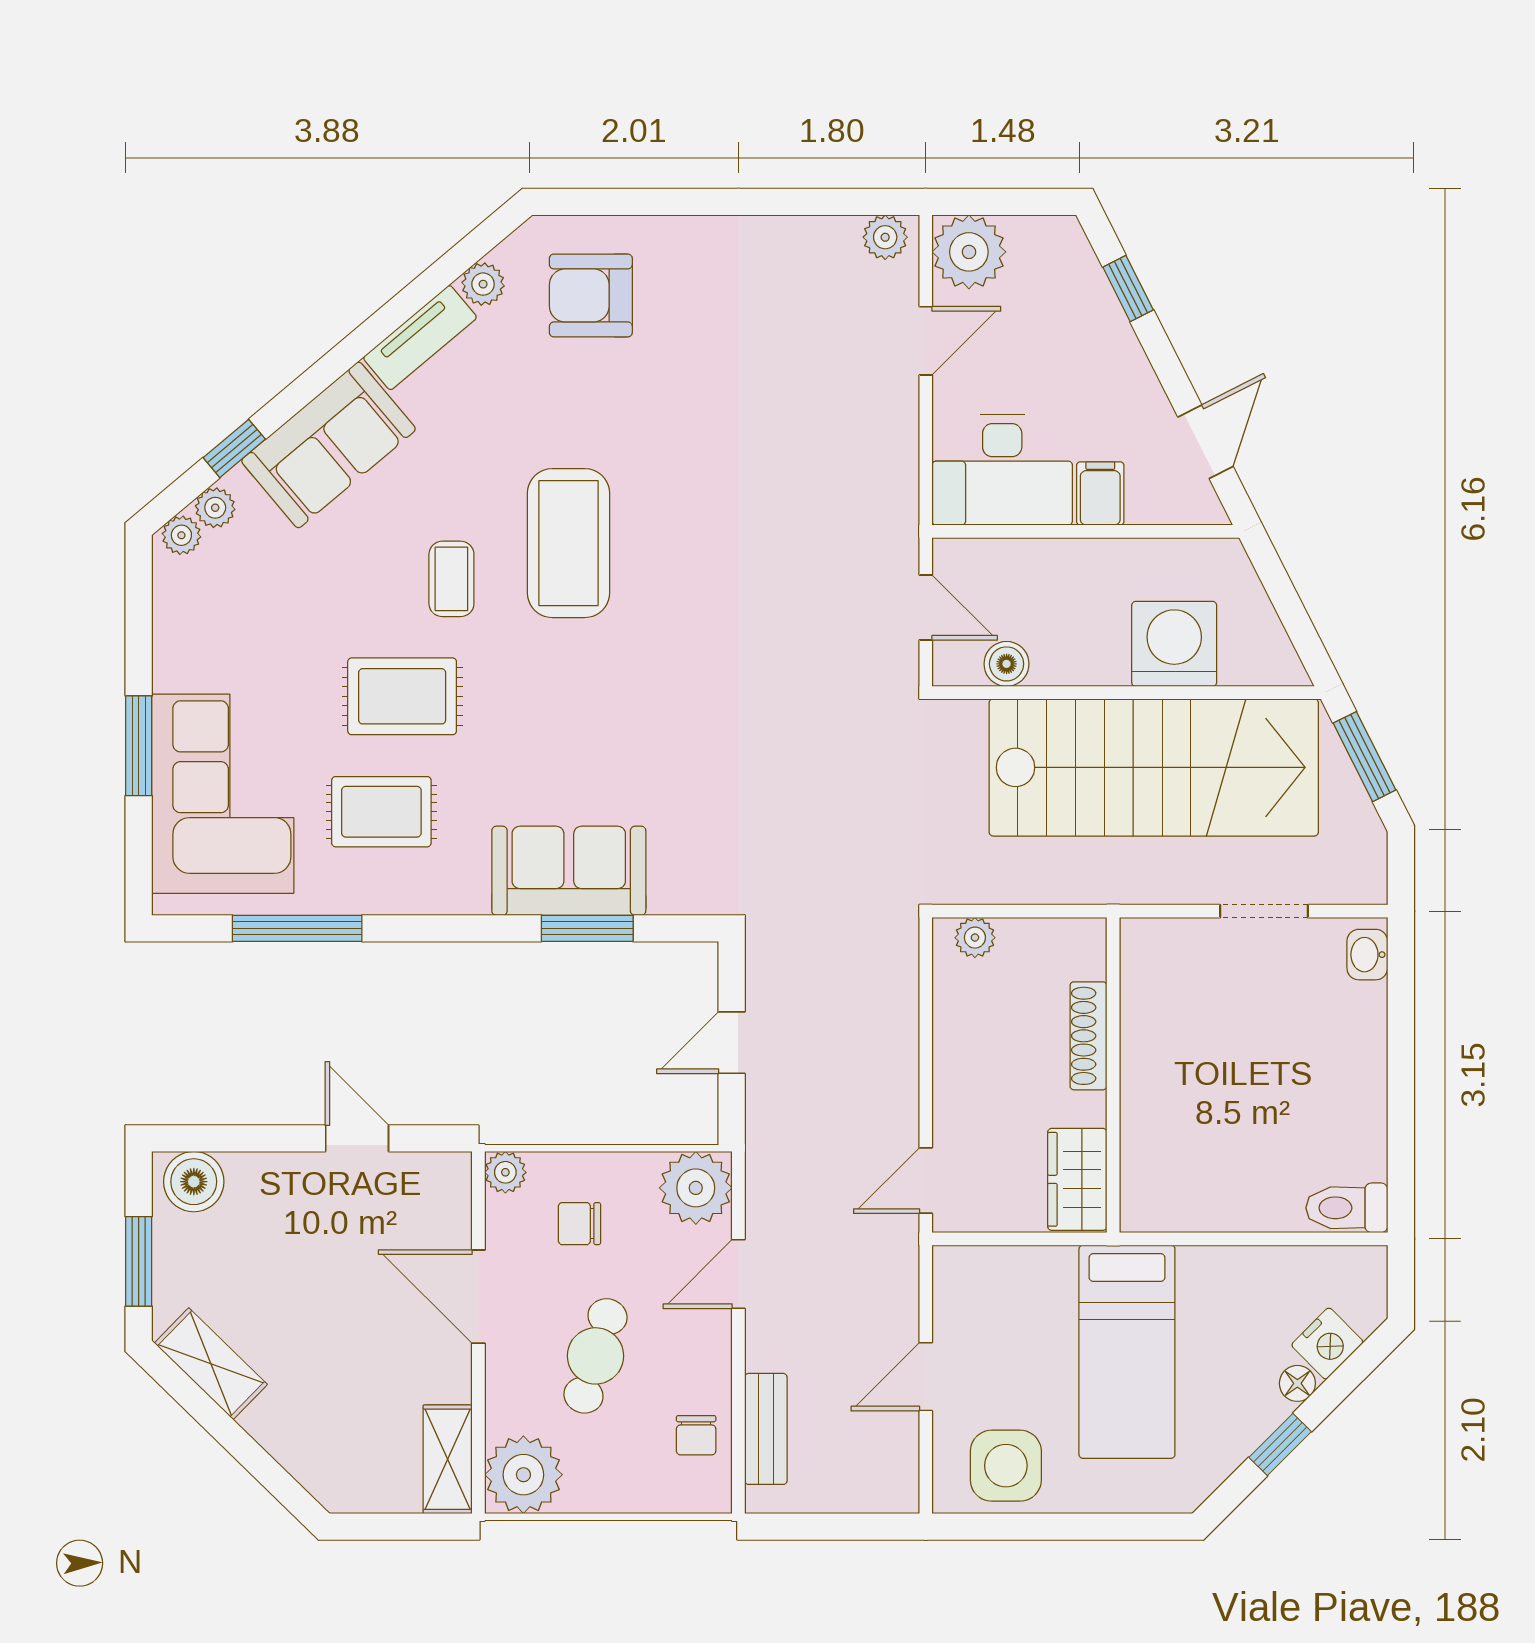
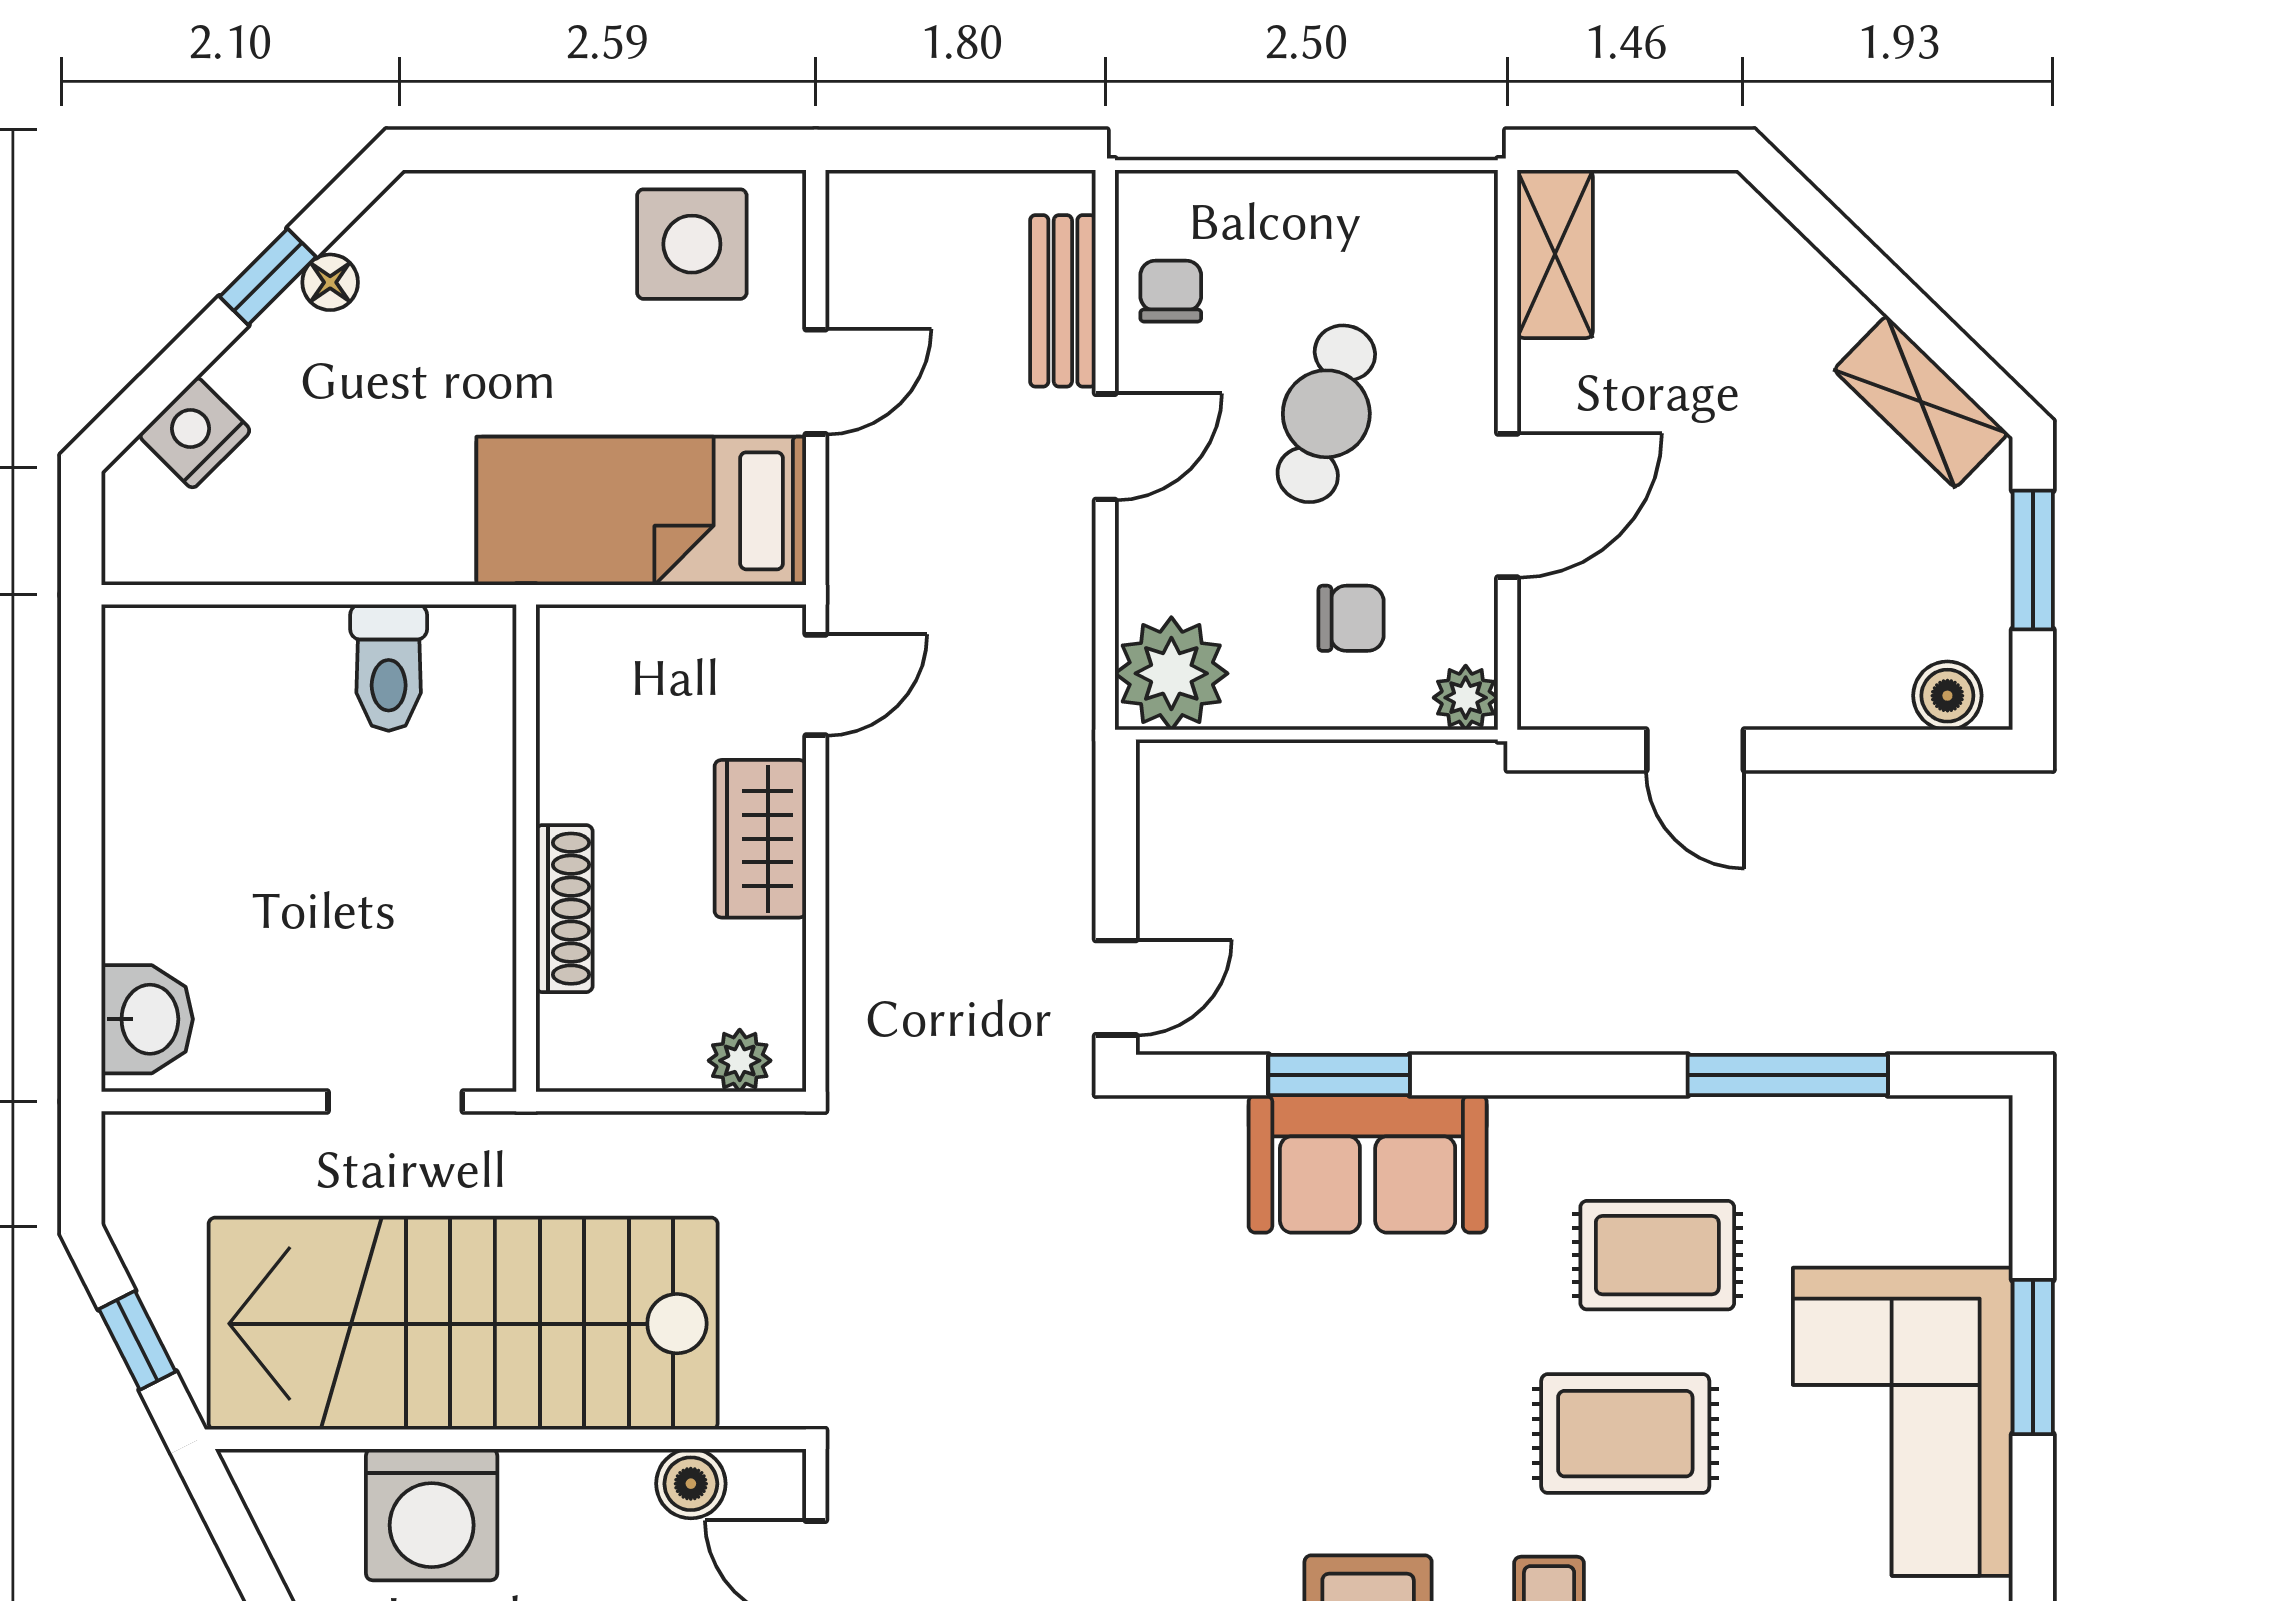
window: (1365, 757) -> (137, 1340), width x0.67
corner sofa: (223, 794) -> (1903, 1422), moved
doorway: (1264, 911) -> (395, 1101), moved
washbasin: (1367, 955) -> (147, 1019), width x1.38, depth x1.45
door: (732, 1043) -> (1116, 988), moved
wardrobe: (1077, 1179) -> (760, 839), moved, turned 180
boiler: (194, 1182) -> (1947, 696), width x0.73, depth x0.73
toilet: (1347, 1208) -> (389, 668), moved, turned 90
door: (738, 1274) -> (1105, 447), moved
door: (478, 1297) -> (1507, 505), hinge flipped
bed: (1127, 1352) -> (641, 511), moved, turned -90
floor lamp: (1297, 1383) -> (330, 282), moved
plant: (523, 1475) -> (1438, 230), removed

